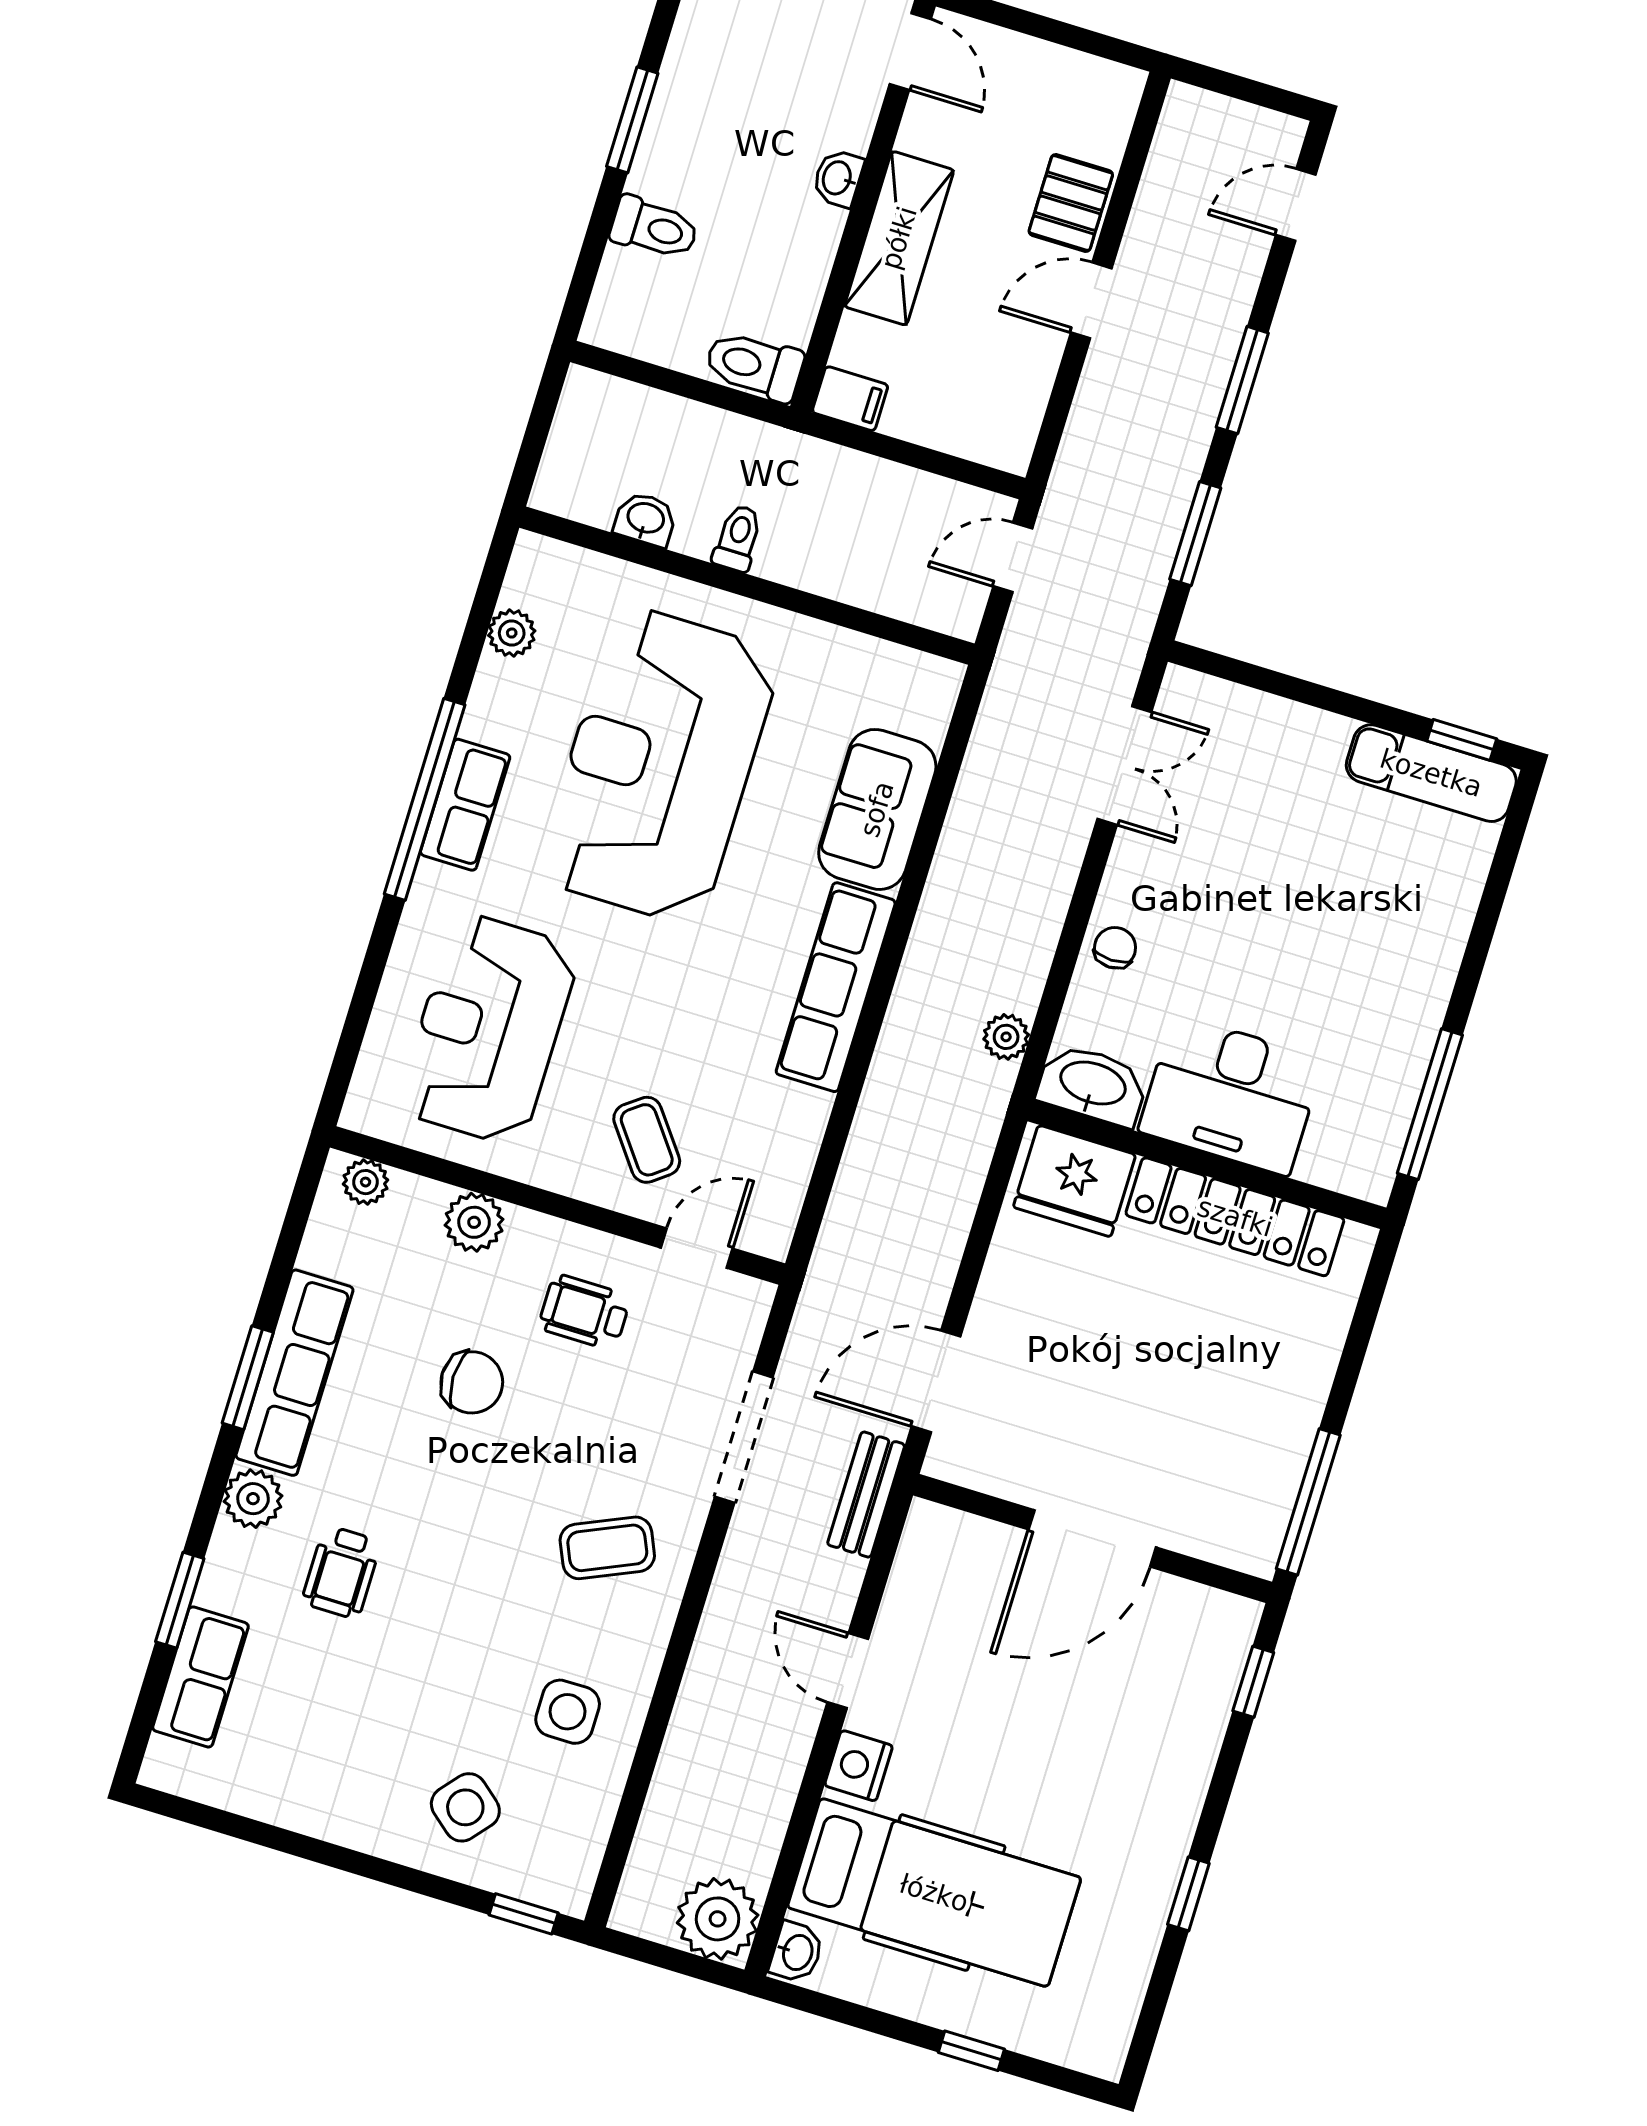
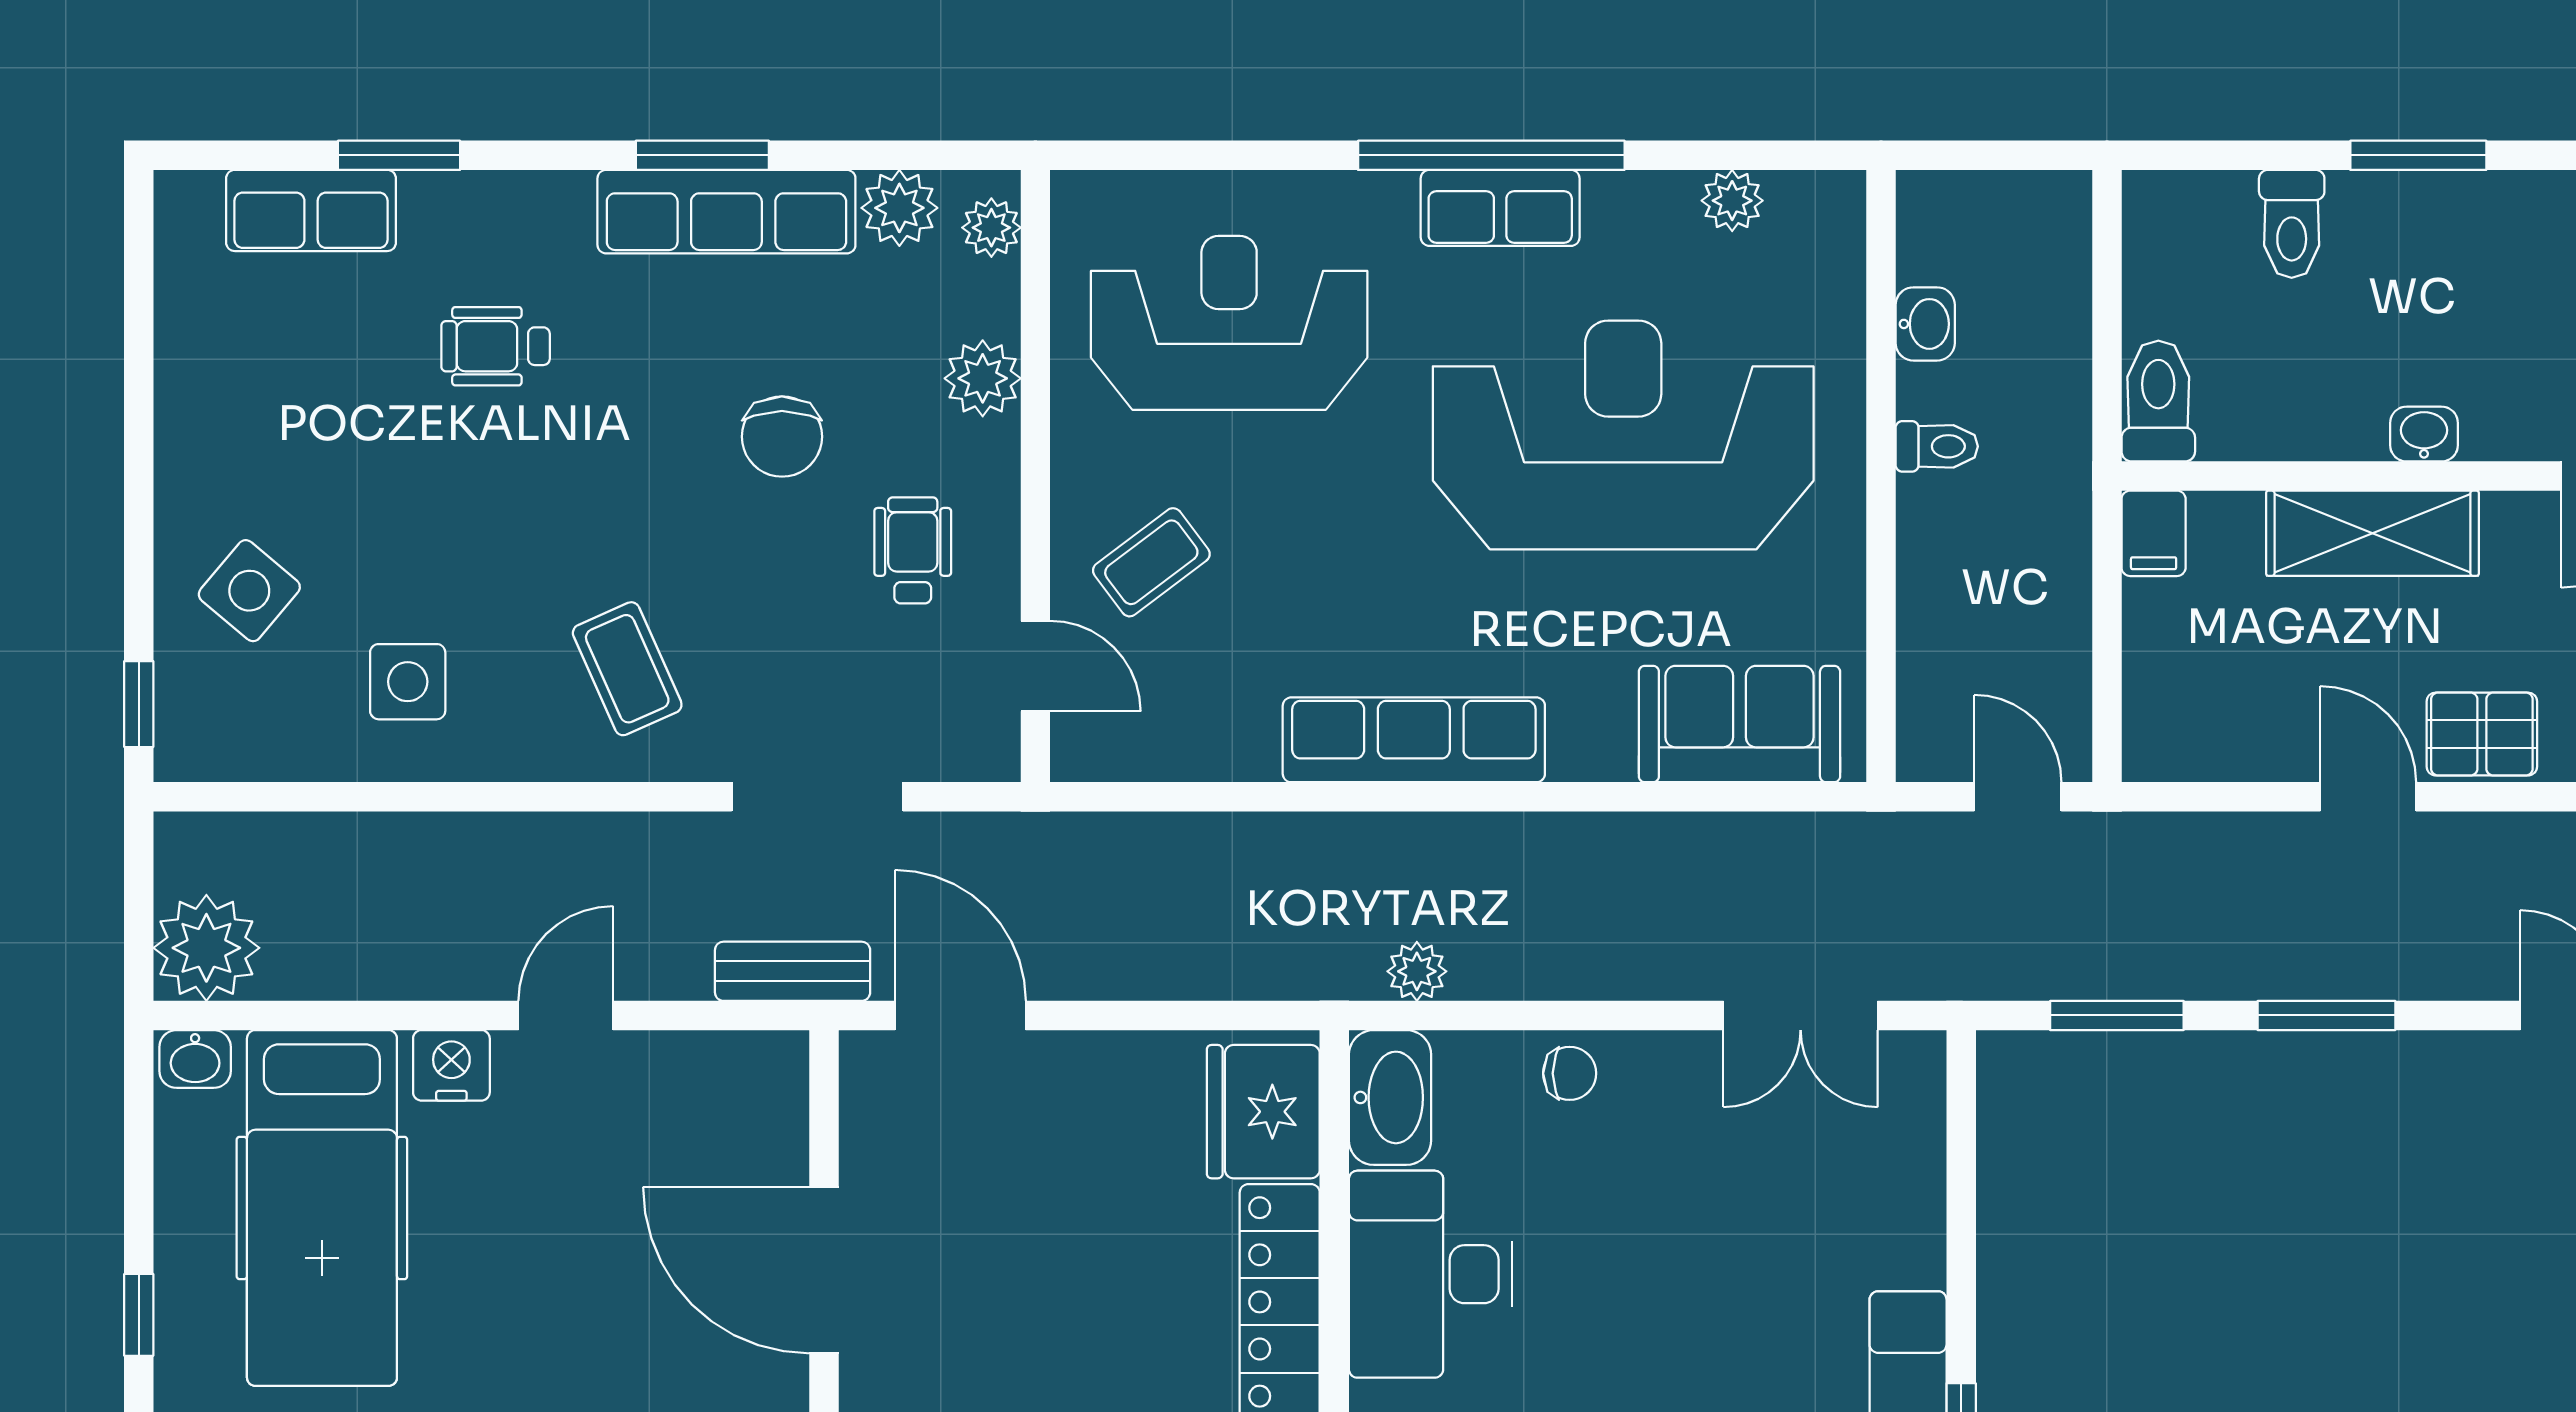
sofa: (877, 809) -> (1739, 724), moved
plant: (253, 1499) -> (899, 208), moved

